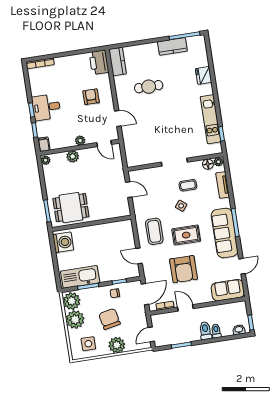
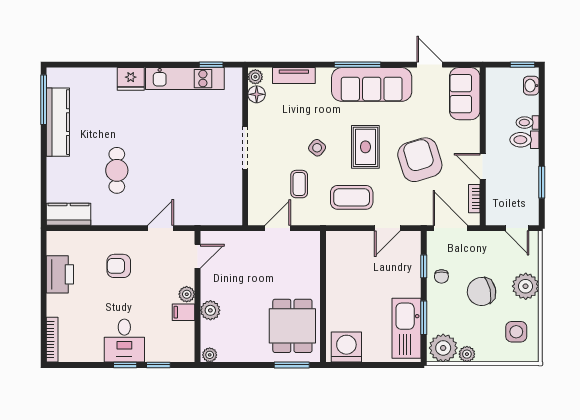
kitchen counter: (172, 46) -> (58, 122), width x1.50
printer: (99, 62) -> (60, 274), moved, turned -90
fridge: (204, 75) -> (131, 79), moved
filing cabinet: (44, 144) -> (184, 312), moved
coffee table: (188, 185) -> (299, 184), moved
armchair: (184, 269) -> (420, 160), turned -107
door: (185, 308) -> (483, 166), hinge flipped
plant: (75, 320) -> (467, 354), width x0.53, depth x0.53

